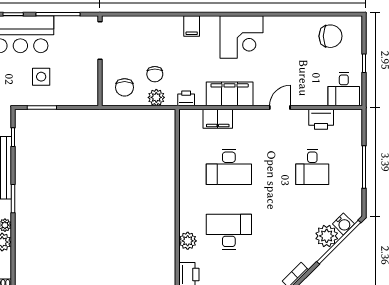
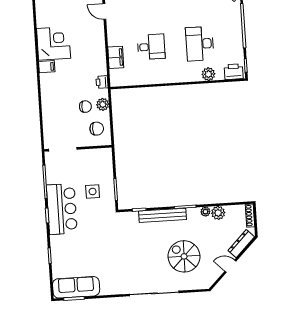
filing cabinet: (192, 26) -> (47, 67), moved
filing cabinet: (230, 94) -> (97, 50), removed
desk: (229, 167) -> (151, 47), width x0.73

